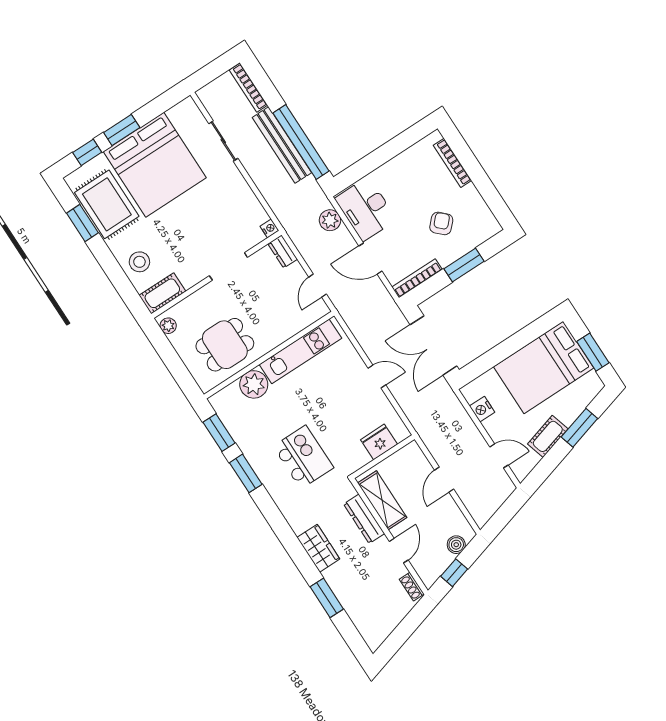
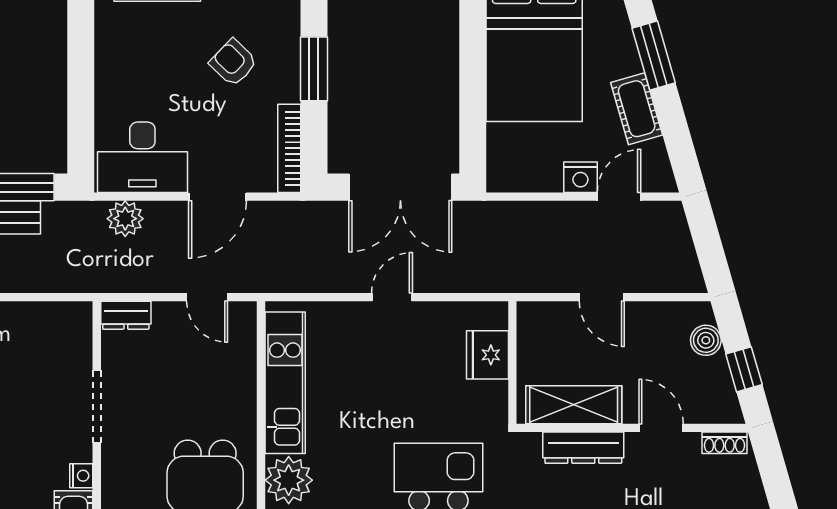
nightstand: (269, 228) -> (81, 476), moved, turned 90
nightstand: (482, 409) -> (580, 177), moved

